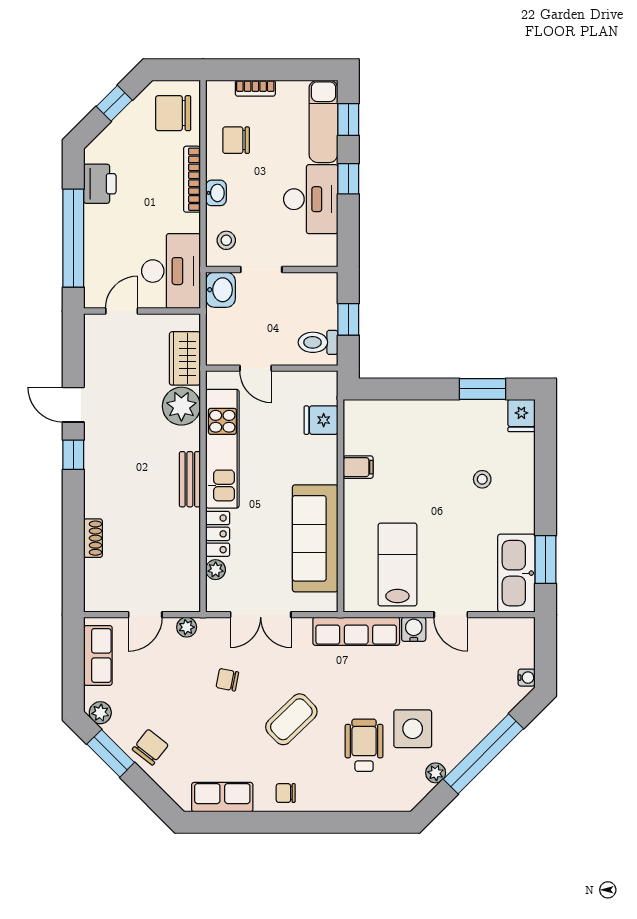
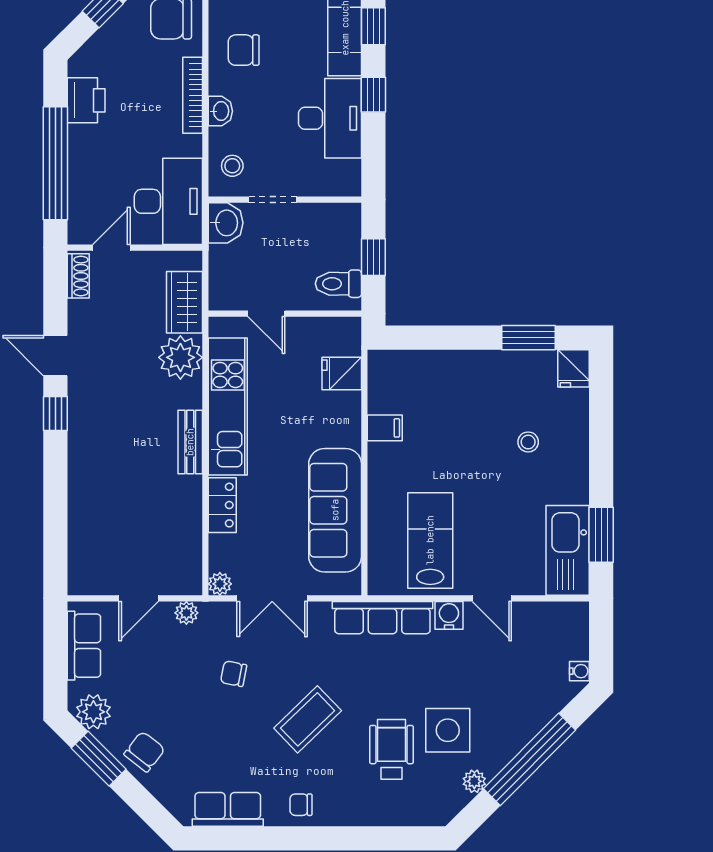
shoe rack: (93, 538) -> (78, 276), moved
plant: (216, 570) -> (220, 584), moved
plant: (100, 713) -> (93, 712), width x1.38, depth x1.38

